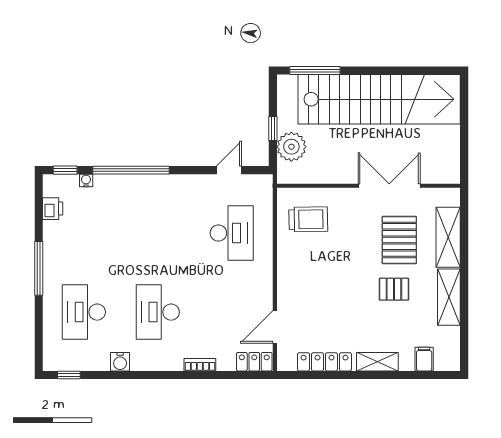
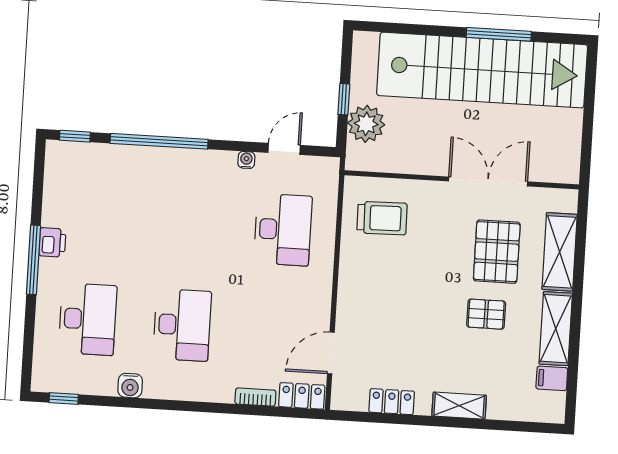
window: (315, 71) -> (499, 34), moved
water cooler: (86, 180) -> (246, 160), moved
printer: (53, 209) -> (52, 242), moved
desk: (84, 312) -> (88, 319), turned 180
desk: (158, 312) -> (182, 325), turned 180
filing cabinet: (424, 359) -> (552, 378), moved, turned -90
locker: (324, 362) -> (392, 402), width x0.66
bookcase: (200, 365) -> (255, 397), moved

